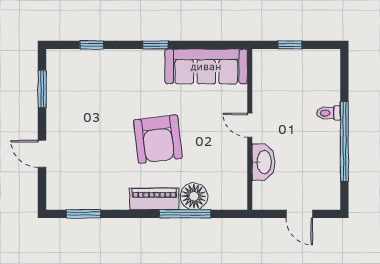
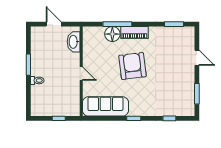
window: (344, 141) -> (28, 65), width x0.47
washbasin: (264, 162) -> (74, 42), moved

